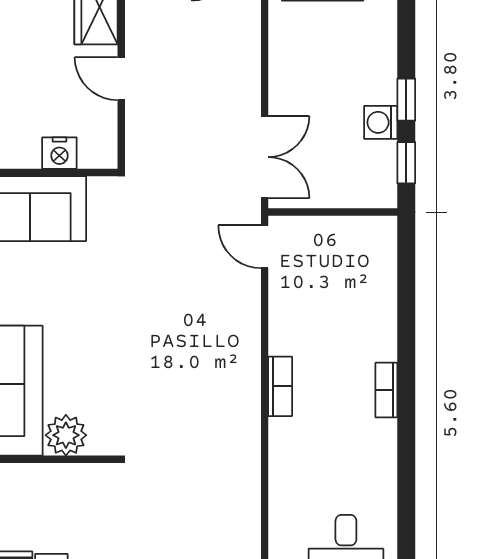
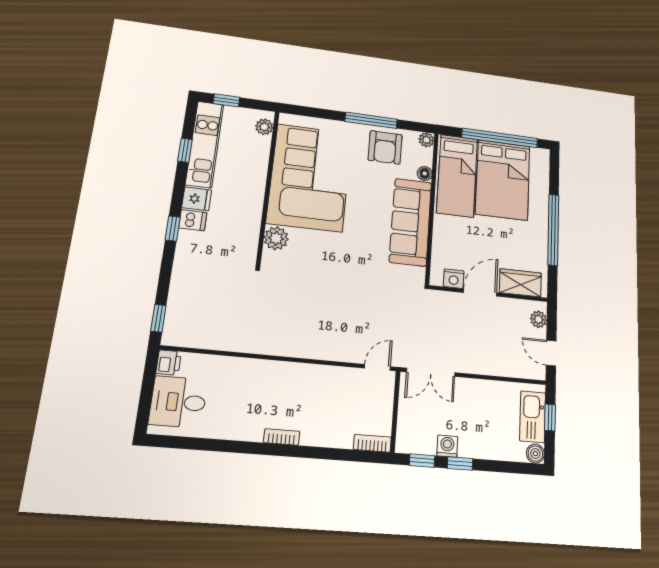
door: (121, 79) -> (480, 293), width x1.38
nightstand: (59, 153) -> (454, 279), moved, turned -90
bookcase: (280, 386) -> (372, 443), moved, turned 180

